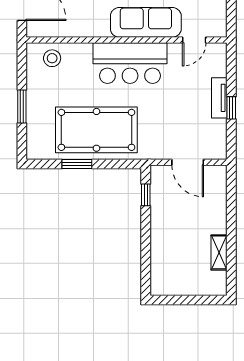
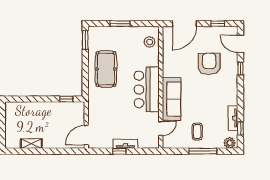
door: (194, 40) -> (161, 128), swing flipped
pool table: (96, 130) -> (106, 69), width x0.73, depth x0.76
door: (188, 162) -> (86, 135), moved
window: (77, 164) -> (85, 40), moved

